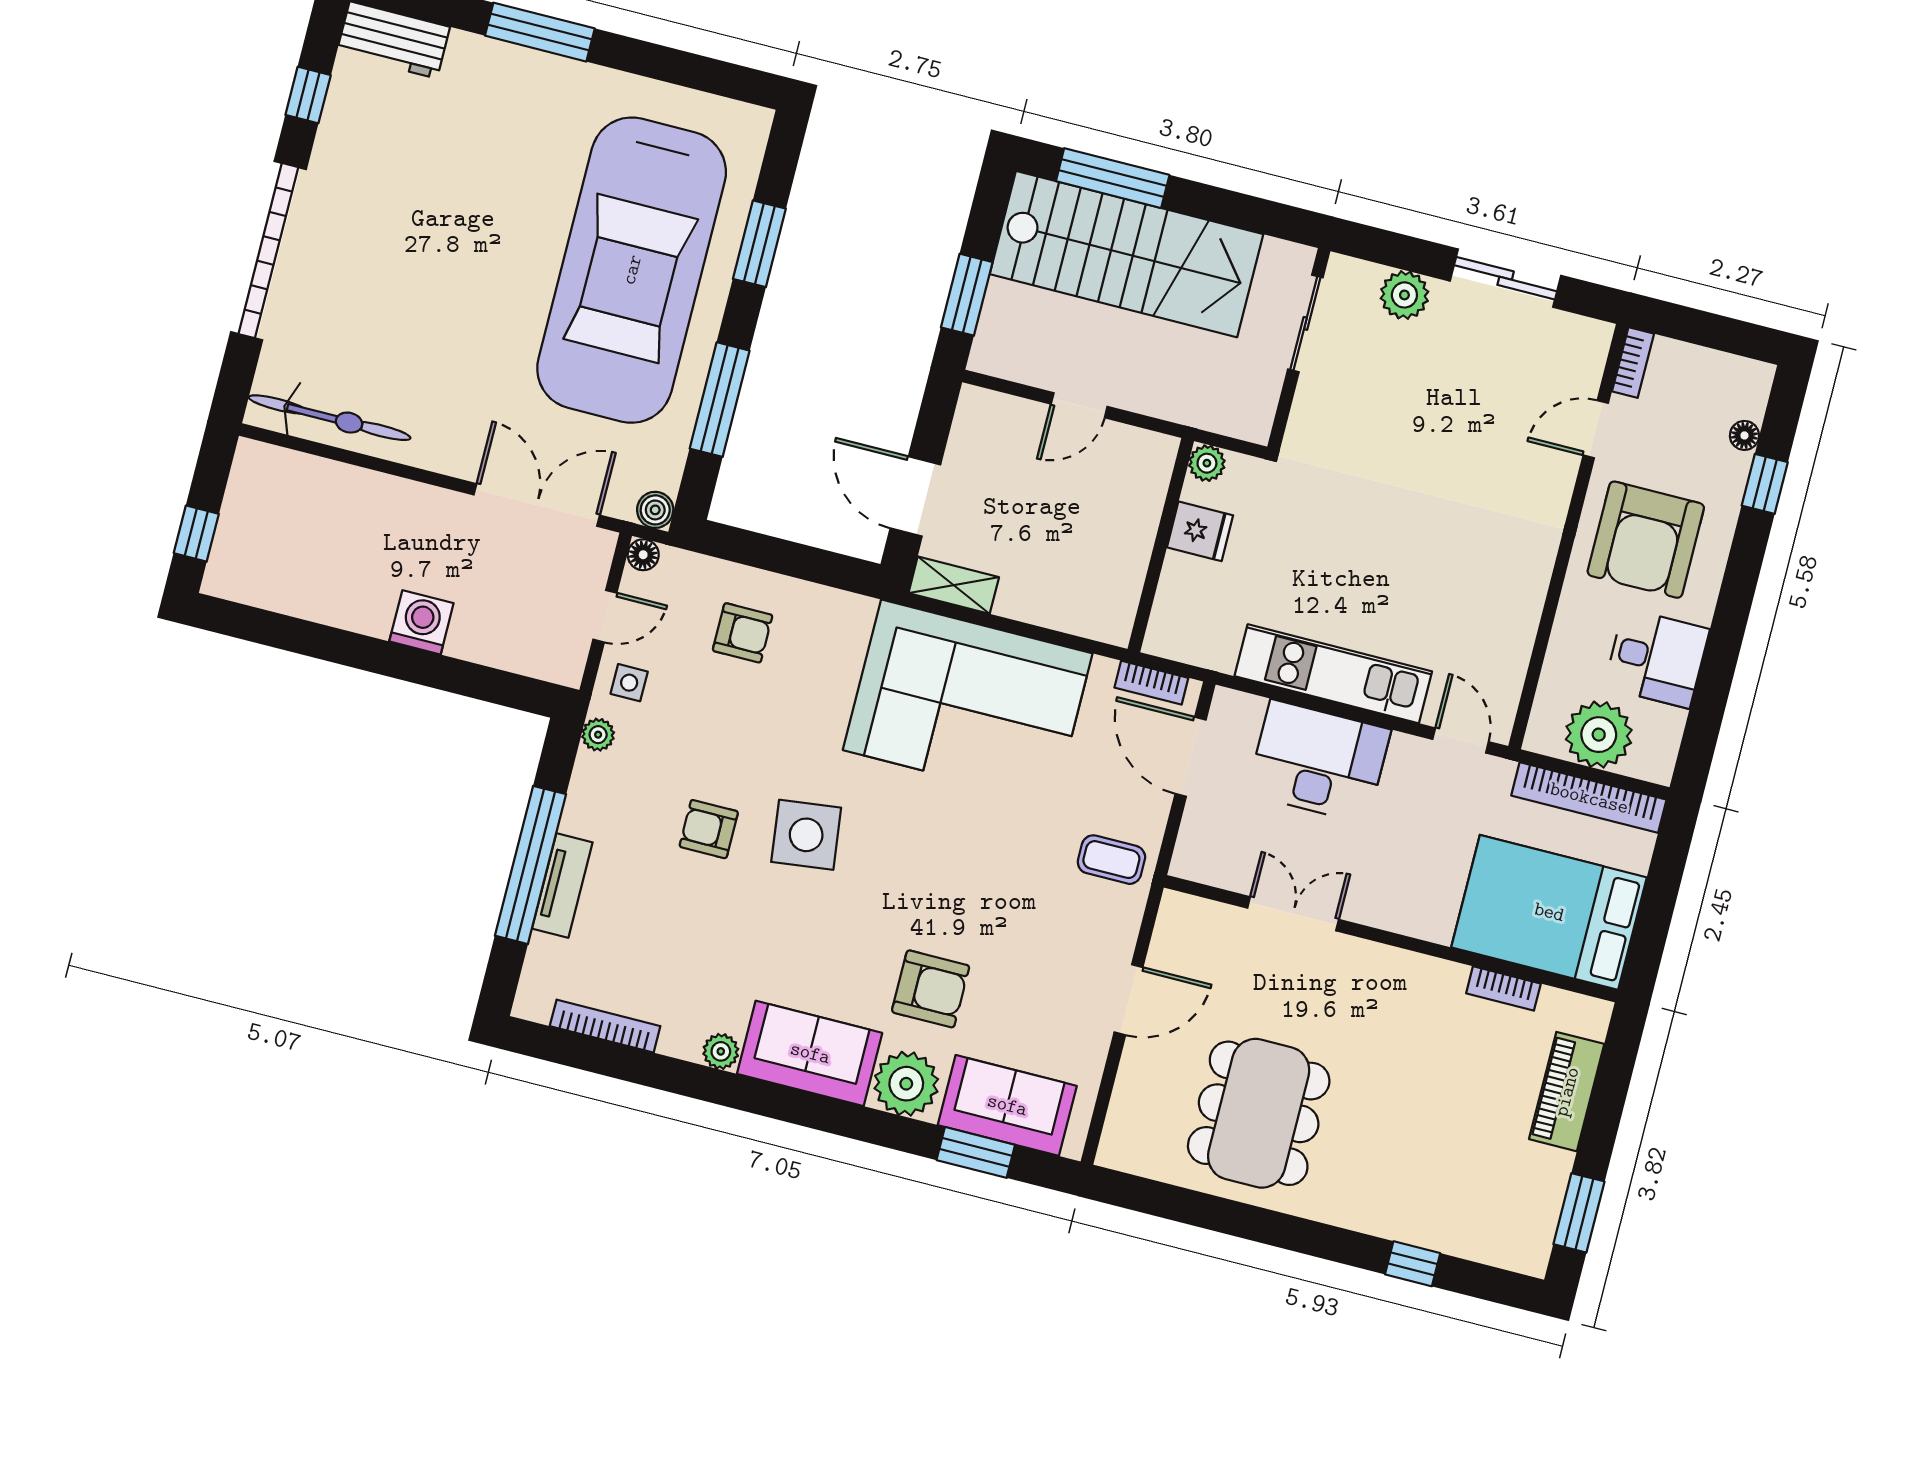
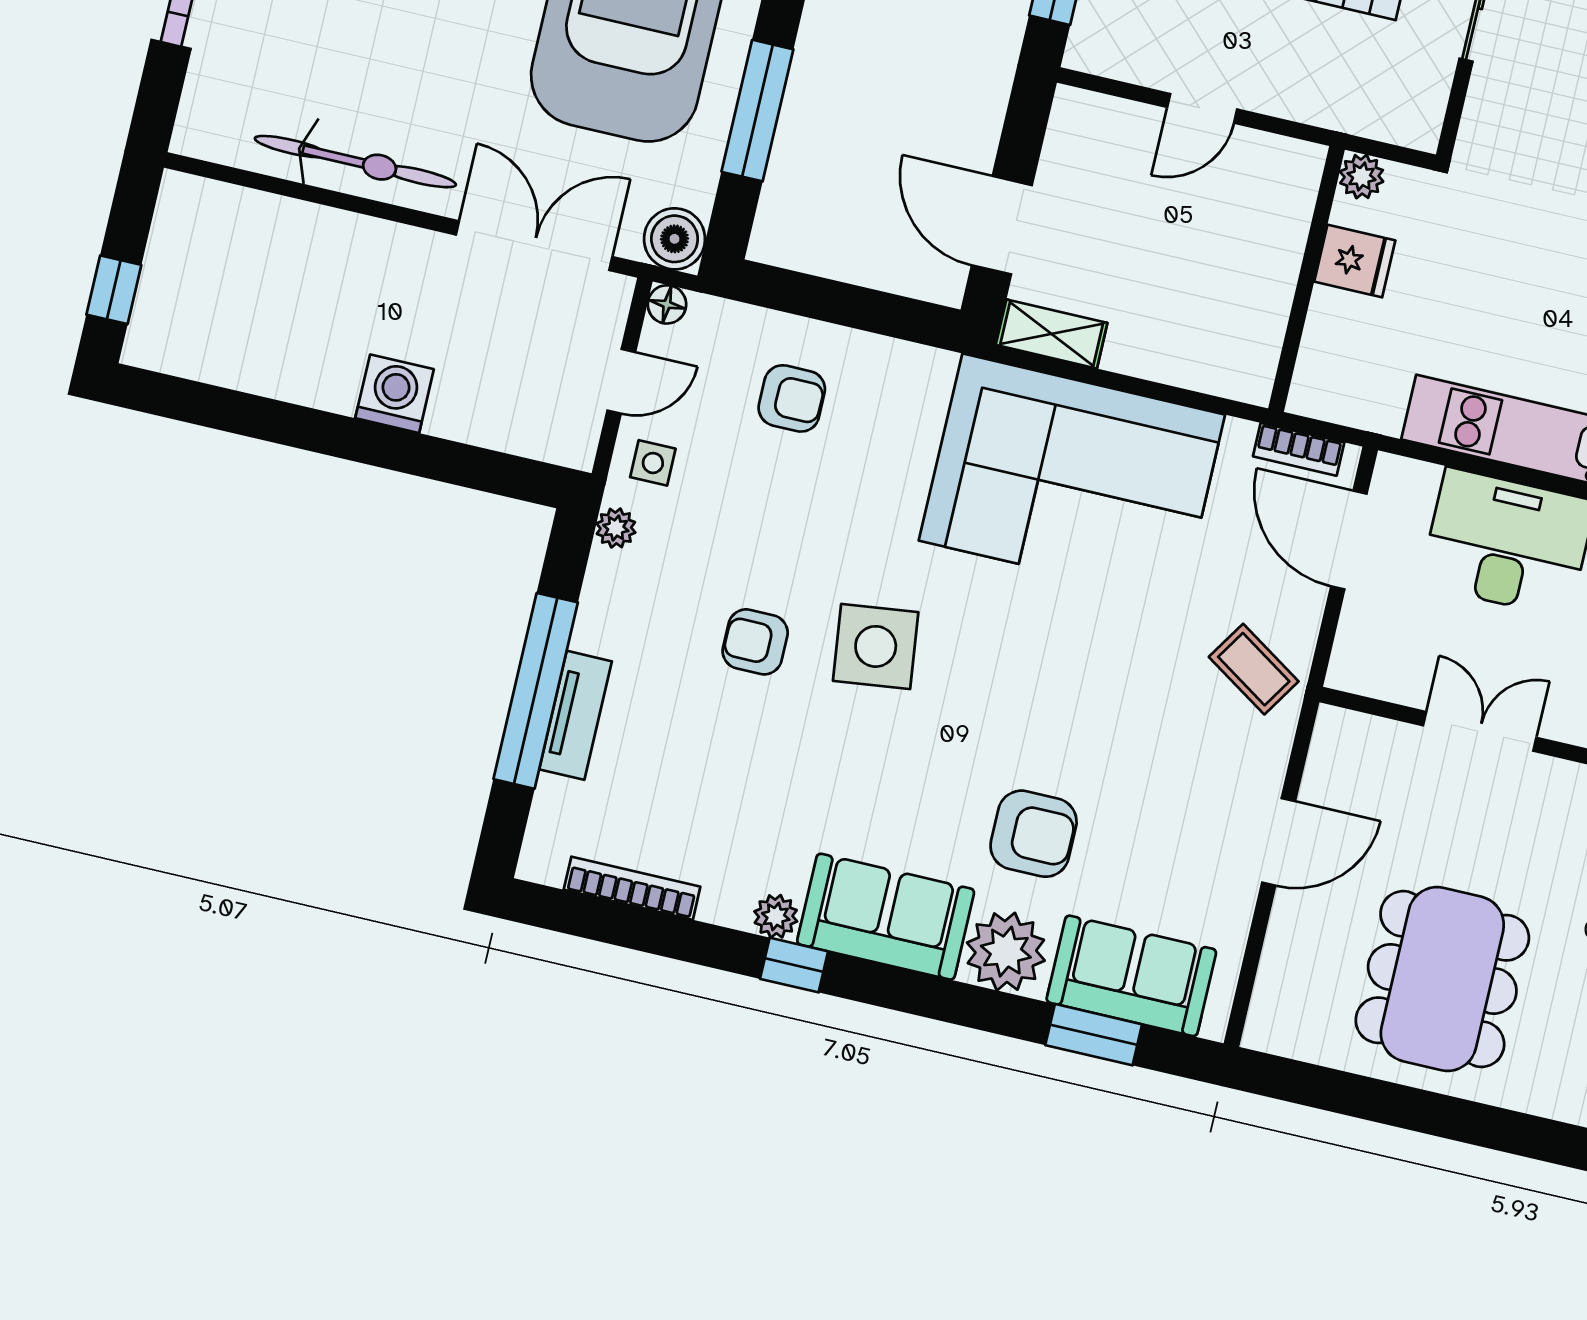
bicycle: (330, 418) -> (355, 162), moved
boiler: (655, 510) -> (675, 239), width x1.36, depth x1.36
coffee table: (1111, 860) -> (1254, 669), turned 33
window: (735, 1091) -> (794, 965), added

